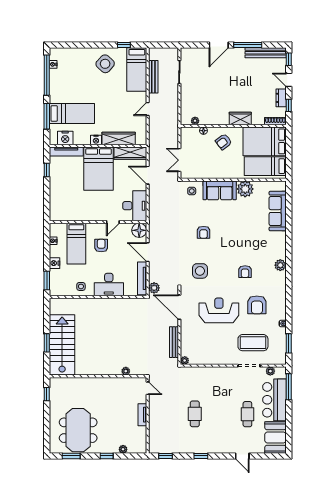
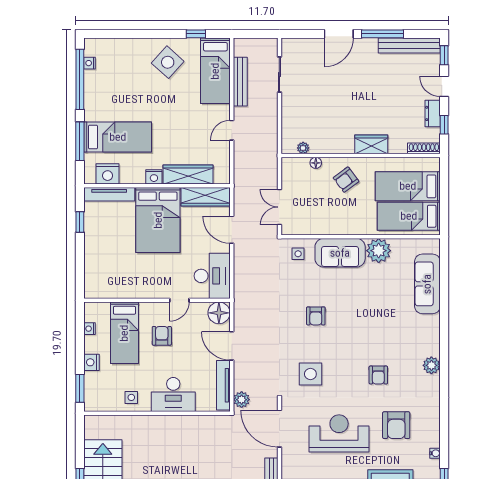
bed: (265, 141) -> (408, 186), width x0.67

